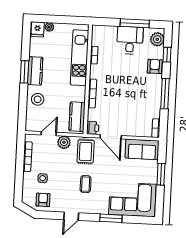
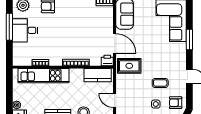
door: (111, 137) -> (115, 44), hinge flipped
plant: (64, 142) -> (122, 86), removed
coffee table: (86, 184) -> (160, 83), moved

